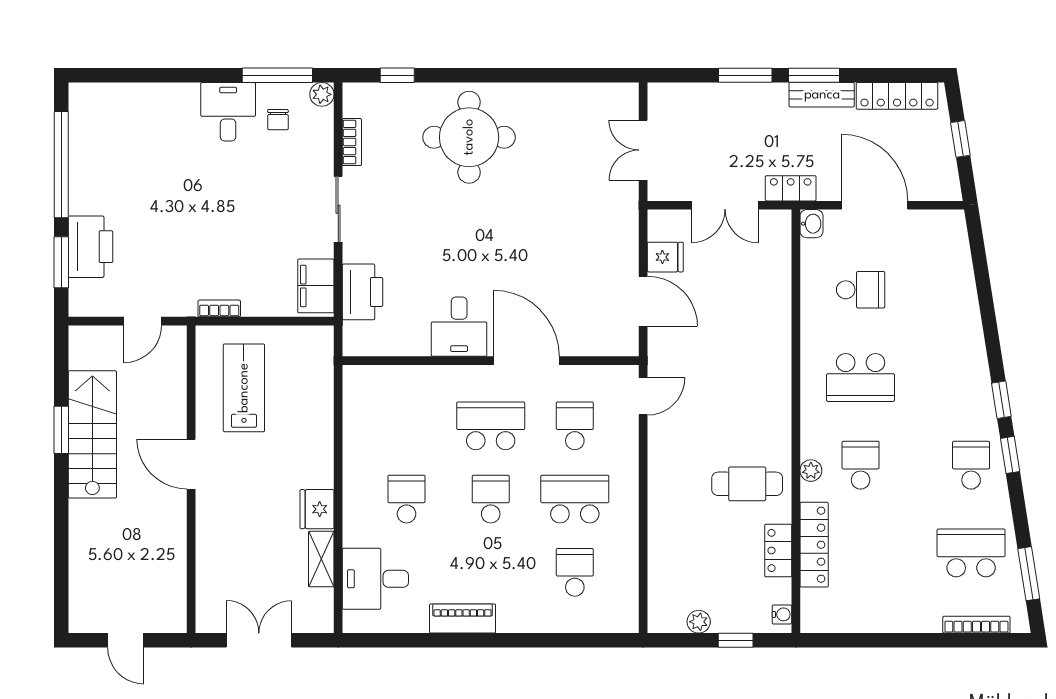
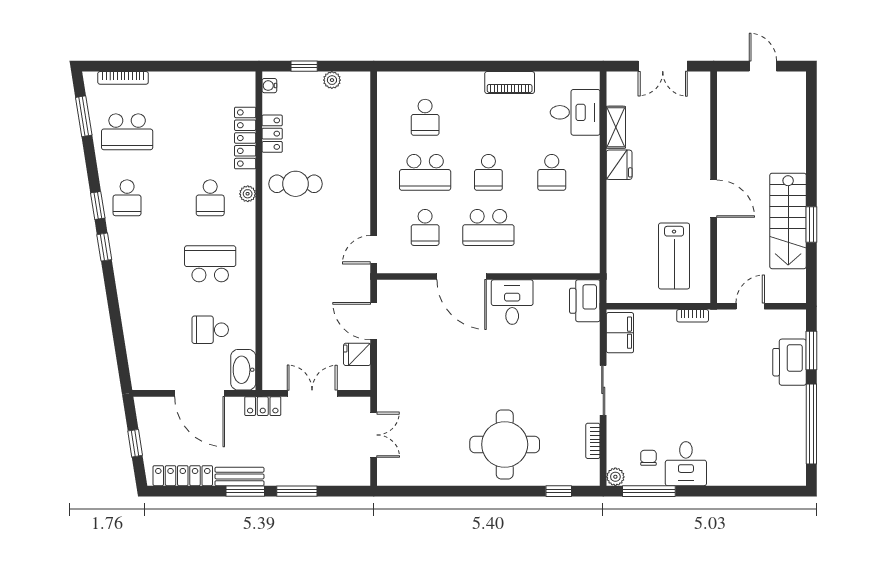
washbasin: (811, 224) -> (243, 370), width x1.91, depth x1.45
printer: (362, 292) -> (585, 301), moved

